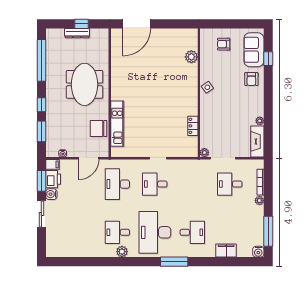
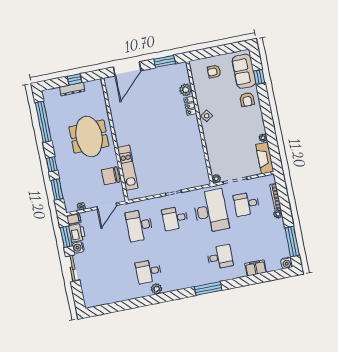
window: (176, 24) -> (165, 61), added
locker: (193, 126) -> (190, 106), moved
desk: (155, 232) -> (211, 211), moved, turned 180

